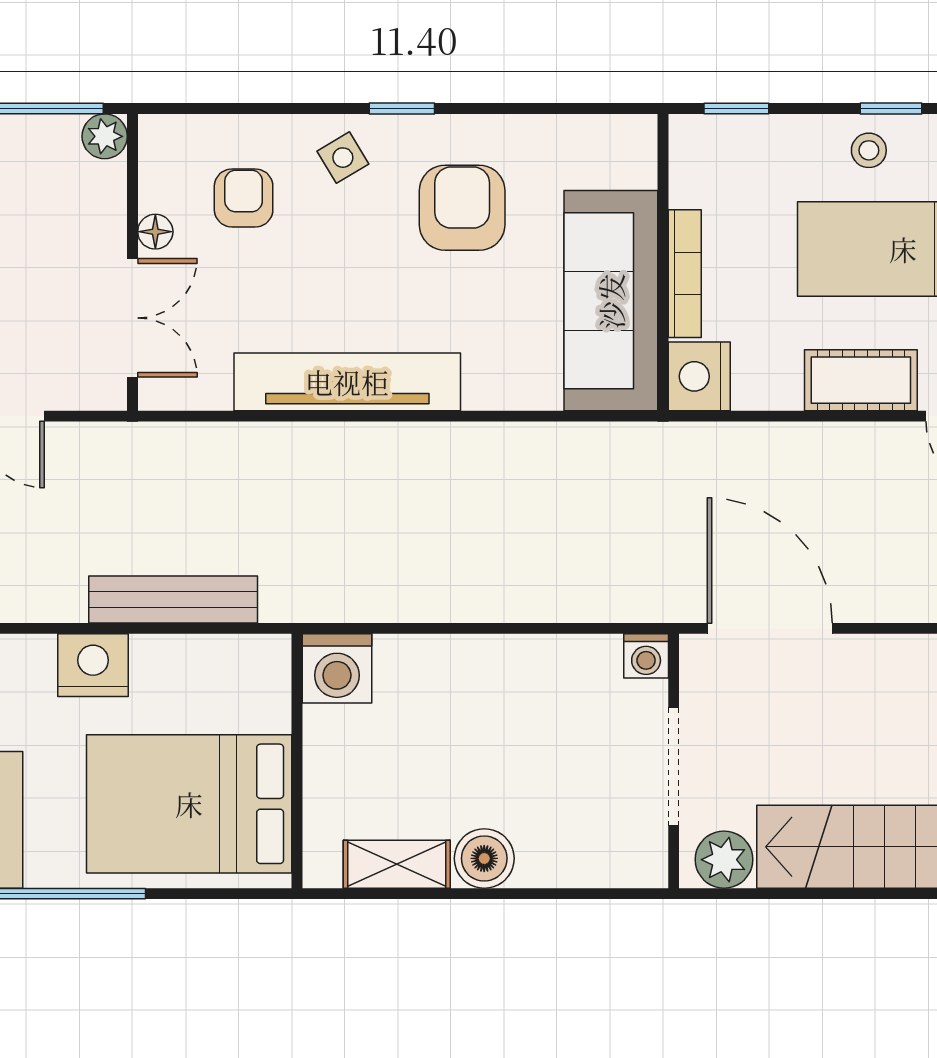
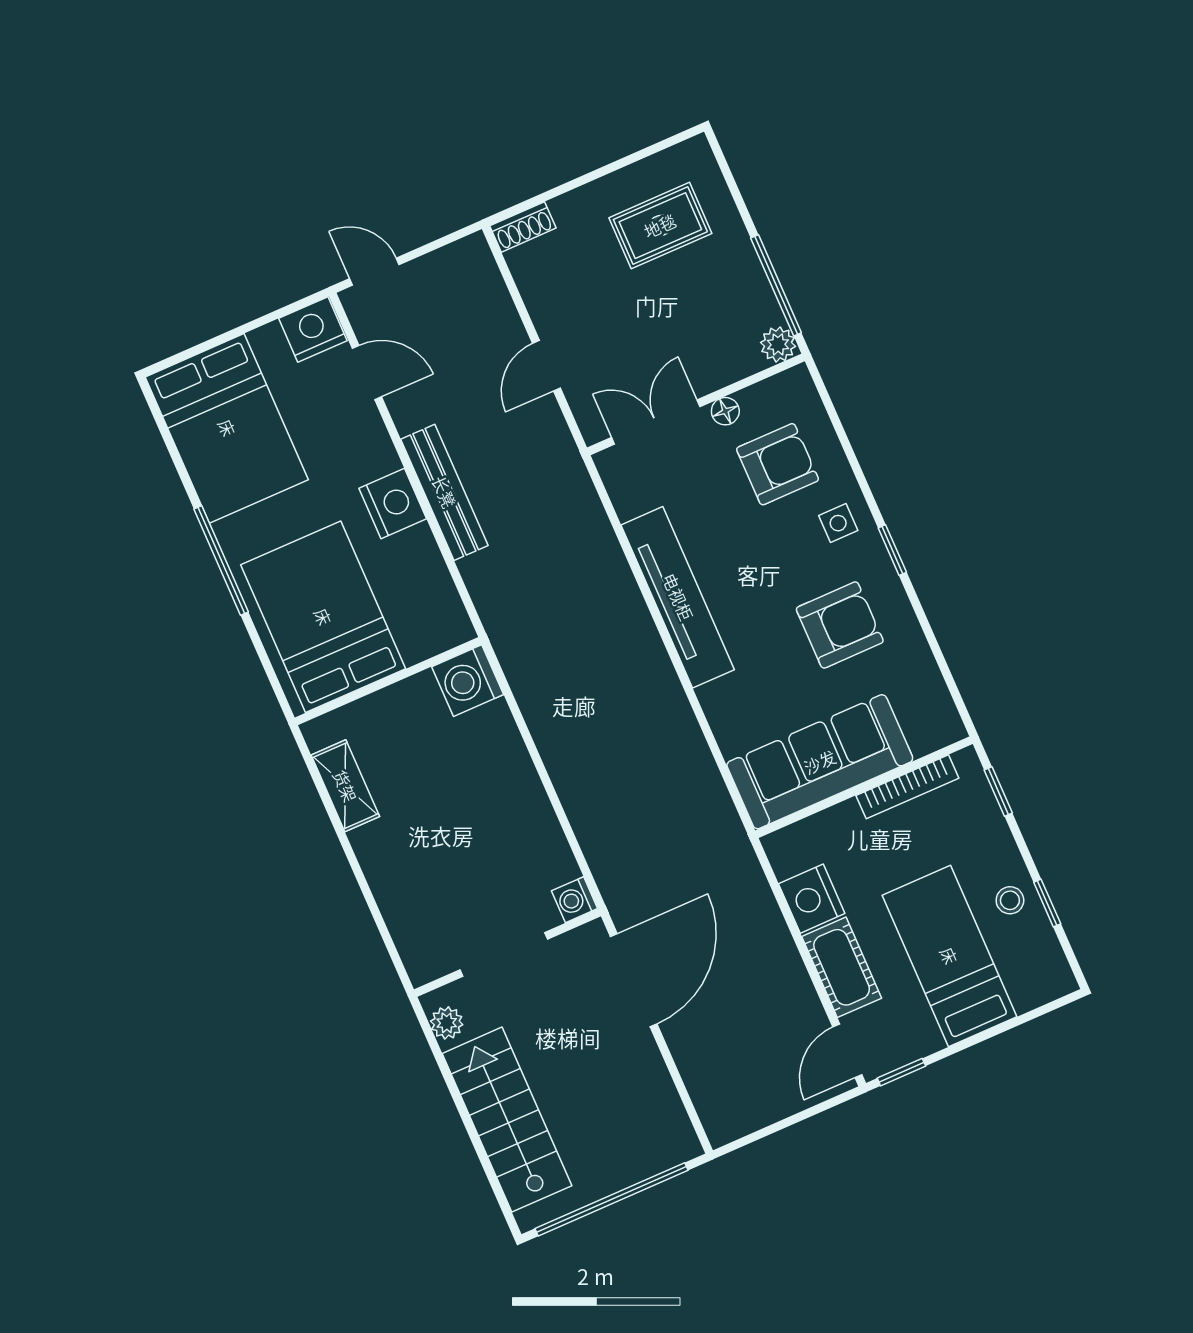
side table: (343, 158) -> (838, 523), turned 31
armchair: (244, 198) -> (778, 464), width x1.38, depth x1.38
bookcase: (685, 274) -> (907, 787), moved
double door: (132, 318) -> (656, 422), swing flipped
nightstand: (699, 376) -> (812, 899), moved, turned -90
bench: (173, 599) -> (444, 492), moved
boiler: (484, 858) -> (377, 847), removed
plant: (724, 860) -> (447, 1023), width x0.73, depth x0.73

